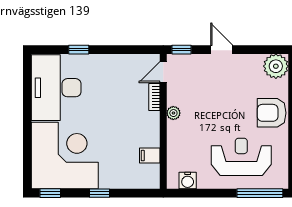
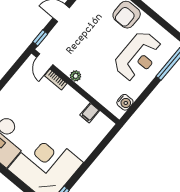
reception desk: (241, 157) -> (138, 56), turned 180
window: (99, 193) -> (87, 164), removed

